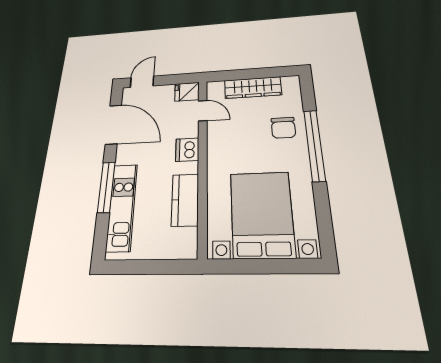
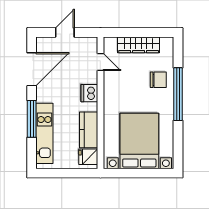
door: (142, 82) -> (65, 32), moved
fridge: (187, 92) -> (88, 157), moved
door: (113, 124) -> (32, 69), hinge flipped
chair: (283, 128) -> (158, 80), turned -90

